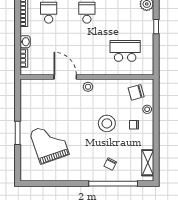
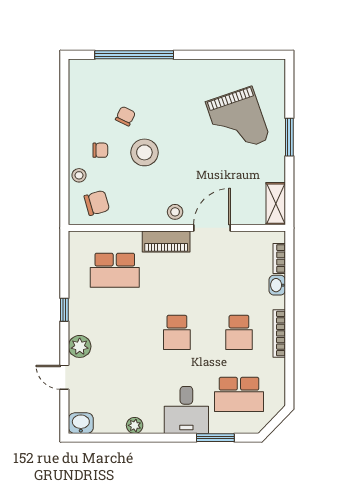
piano: (93, 69) -> (166, 242), added
door: (65, 77) -> (212, 228), swing flipped
shelving: (148, 163) -> (276, 204), moved
chair: (110, 164) -> (125, 116), moved

